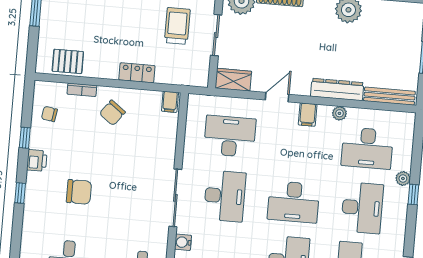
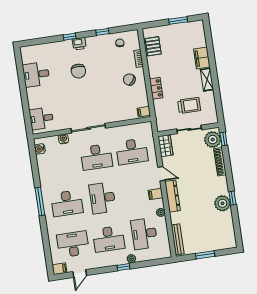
dresser: (337, 89) -> (172, 196), moved
desk: (230, 136) -> (132, 152), turned 90
printer: (37, 160) -> (79, 44), moved

